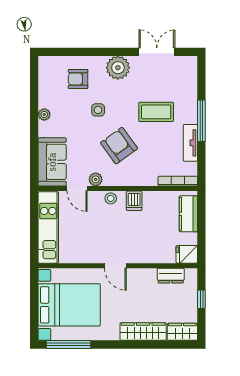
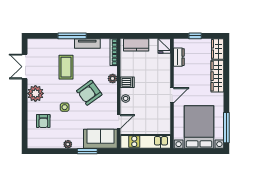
window: (34, 143) -> (87, 151), added
plant: (96, 179) -> (113, 79), moved

